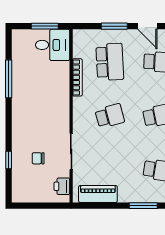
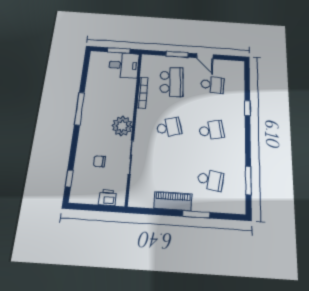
window: (9, 79) -> (79, 109), moved
plant: (58, 118) -> (122, 126), added
window: (9, 160) -> (69, 179), moved
printer: (62, 186) -> (107, 198), moved, turned 90
piano: (98, 194) -> (173, 201), moved

